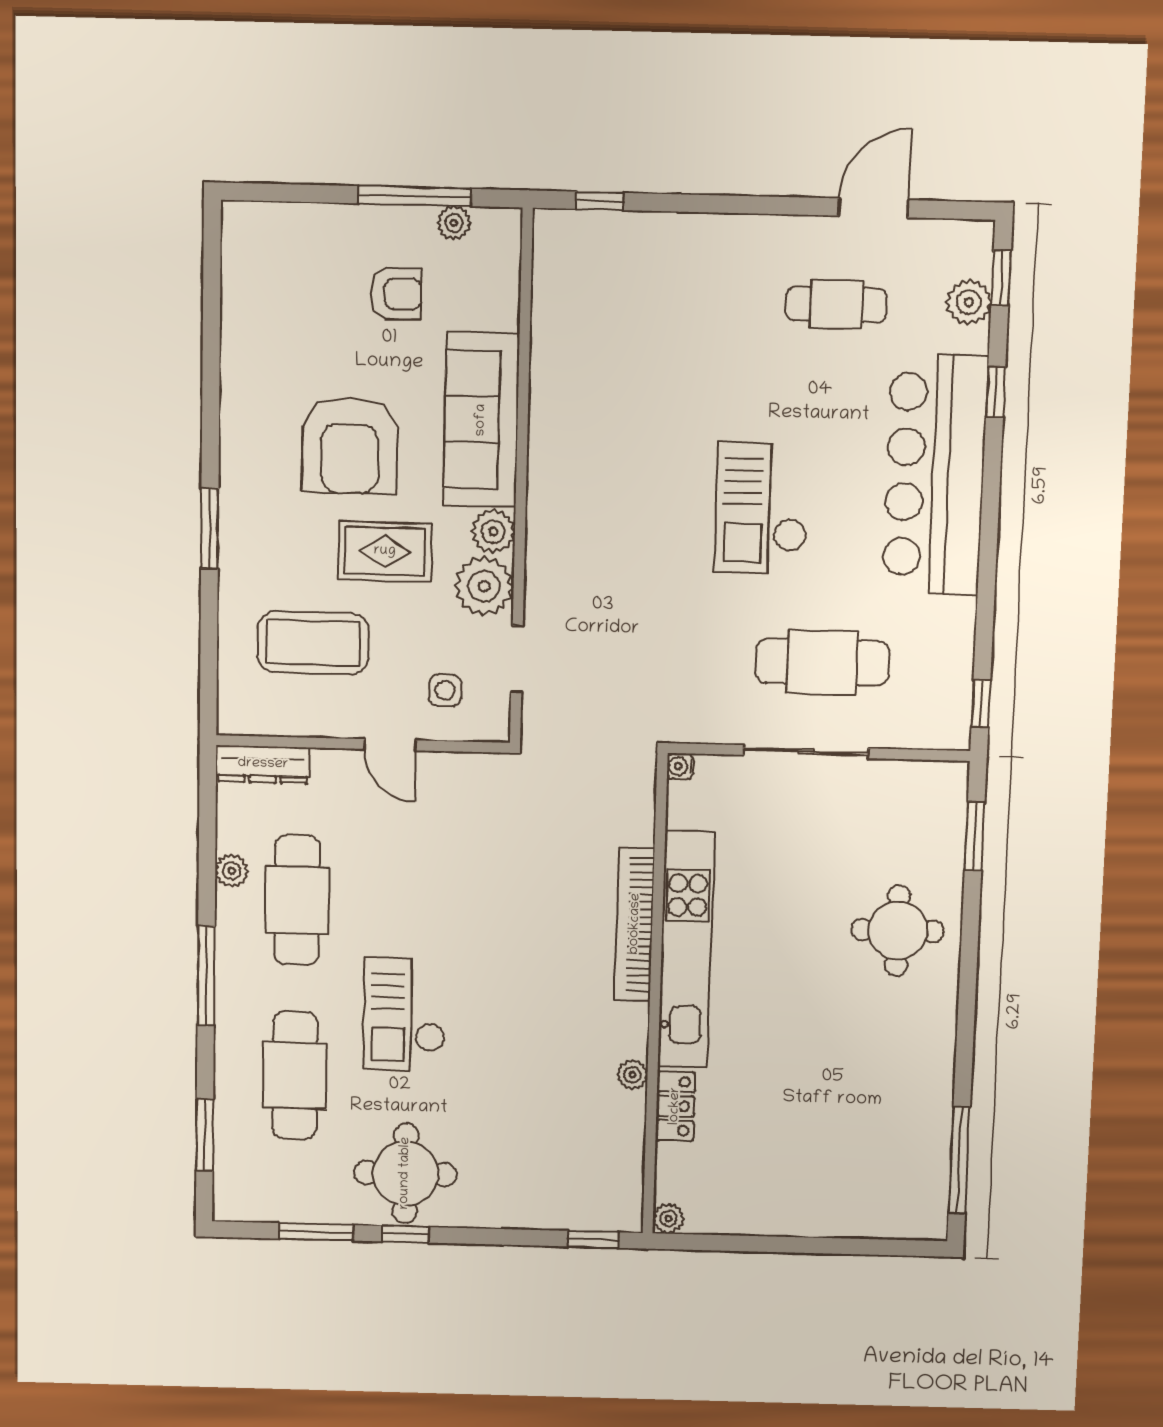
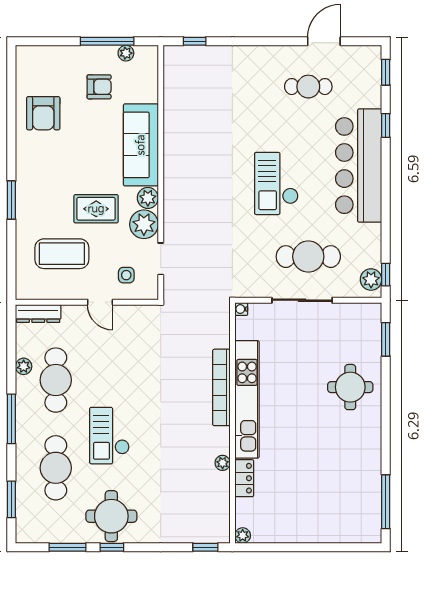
plant: (969, 302) -> (371, 280), moved
armchair: (350, 445) -> (43, 113), moved, width x0.73, depth x0.73

